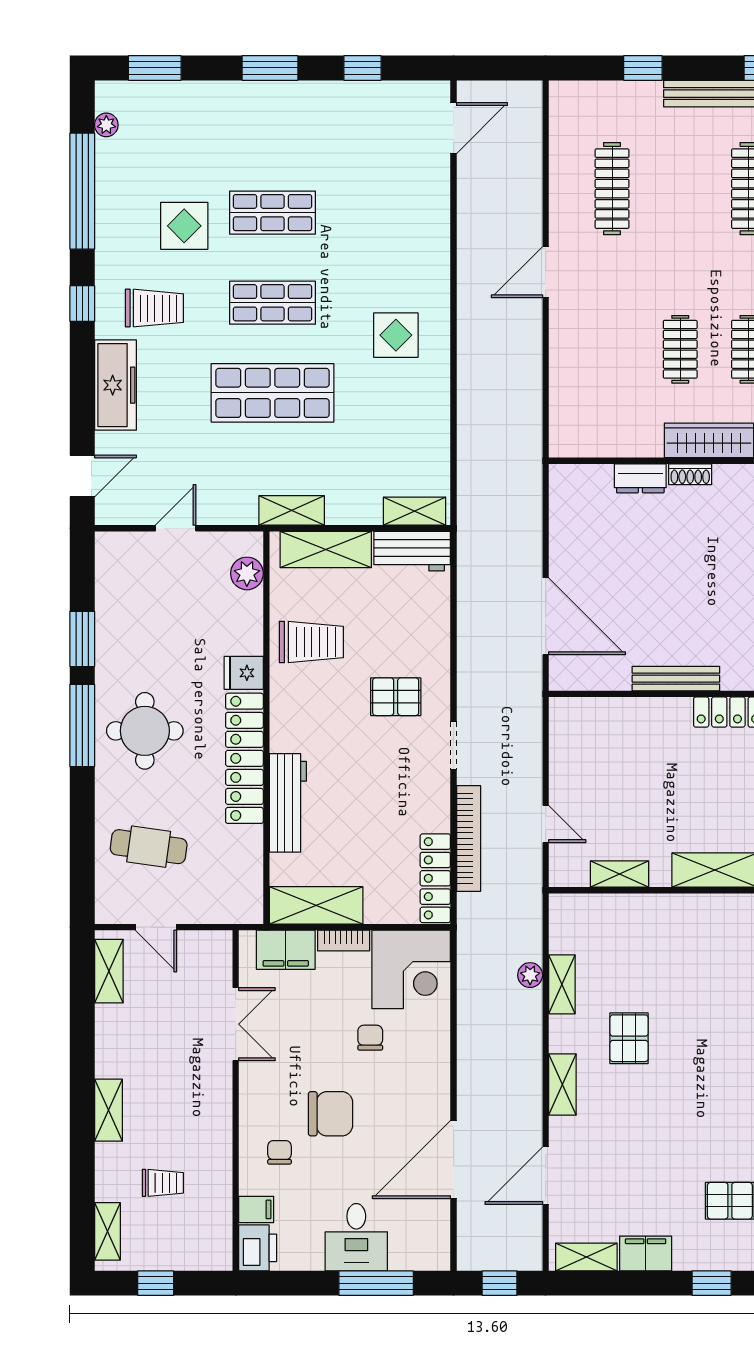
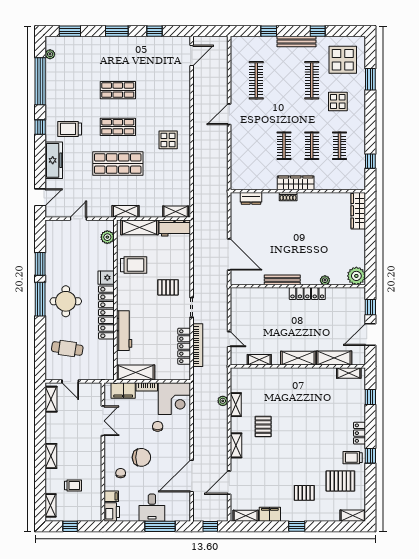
display table: (184, 226) -> (82, 95), removed
trolley: (154, 308) -> (70, 129), turned 180
dresser: (640, 478) -> (251, 198), moved
locker: (435, 878) -> (184, 346), moved

